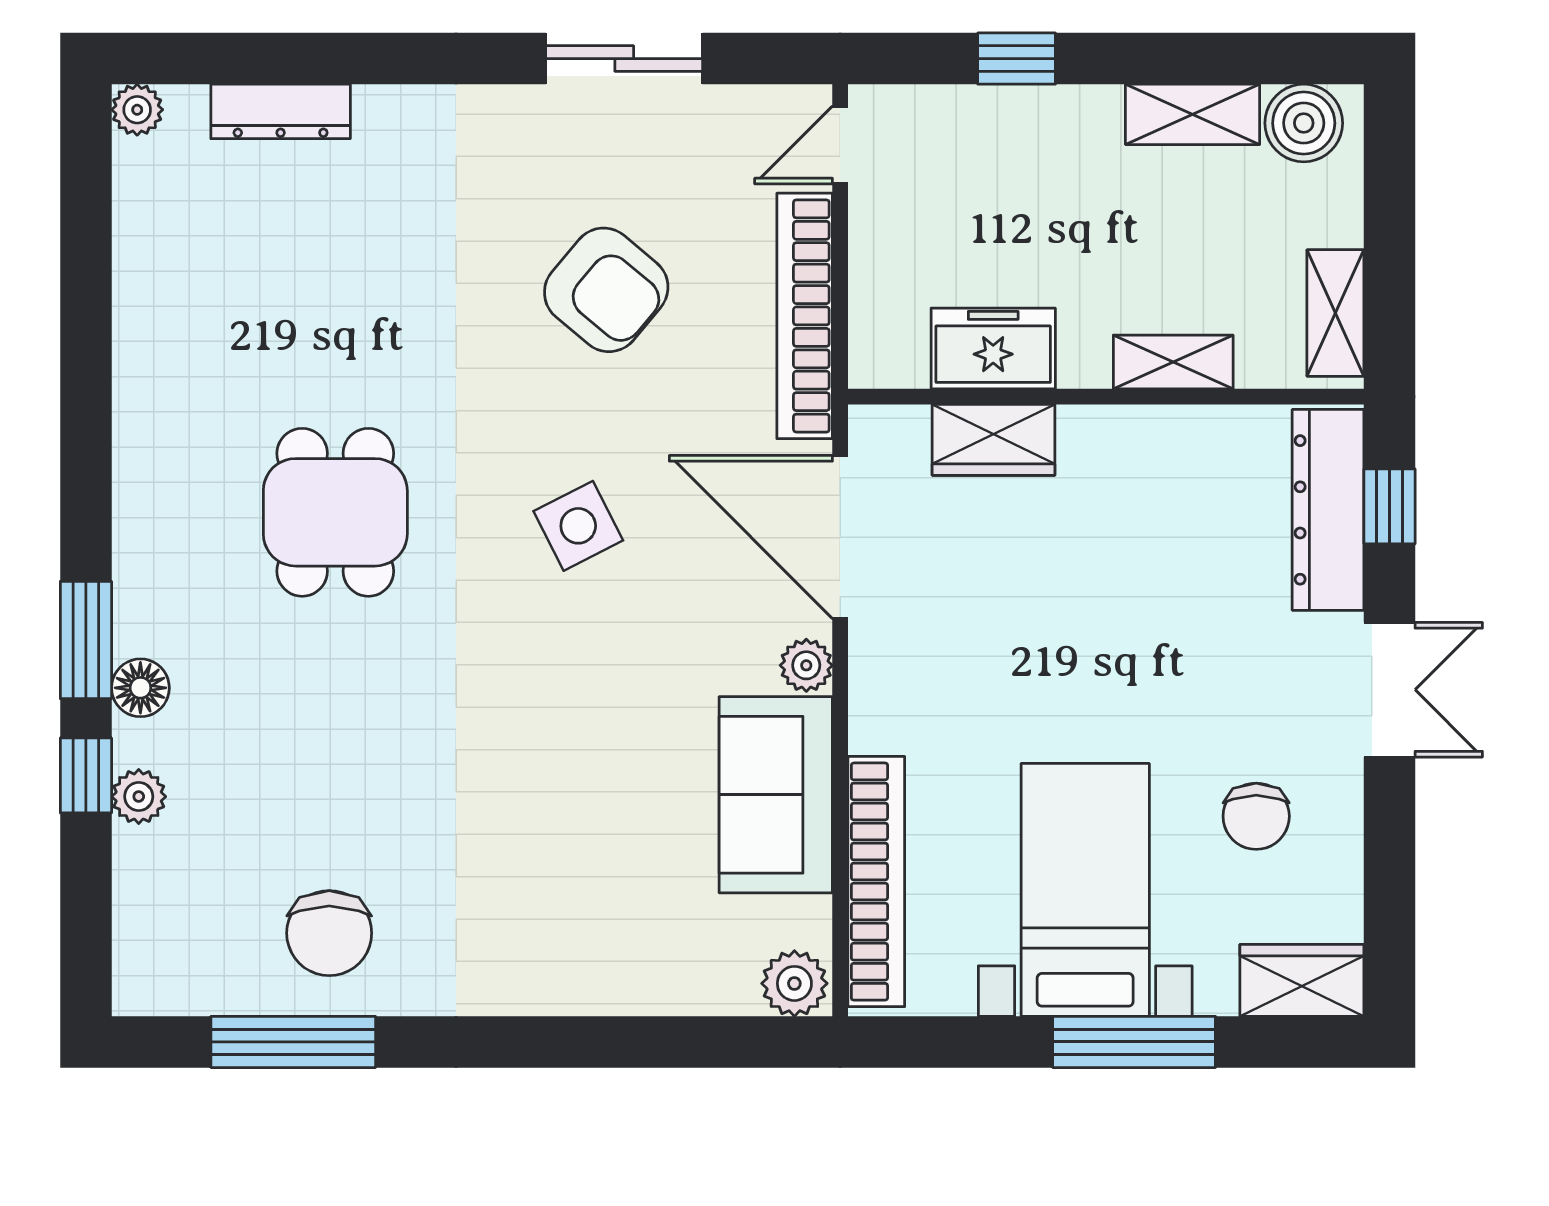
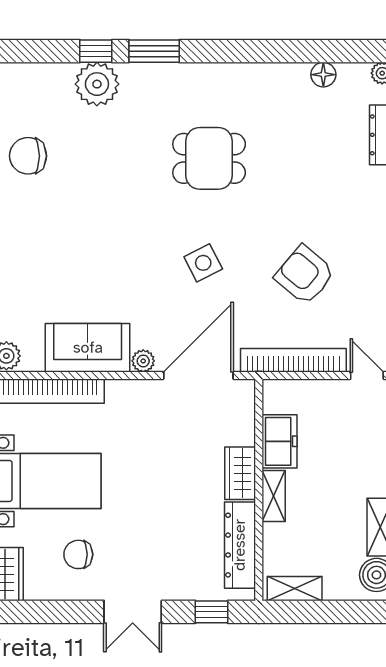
armchair: (606, 290) -> (305, 275), turned 90
shelving: (1173, 362) -> (274, 496), moved
wardrobe: (994, 440) -> (240, 473), moved
dresser: (1328, 510) -> (240, 545), moved, turned -90
floor lamp: (140, 688) -> (323, 75), moved
plant: (139, 797) -> (97, 84), width x1.88, depth x1.88

